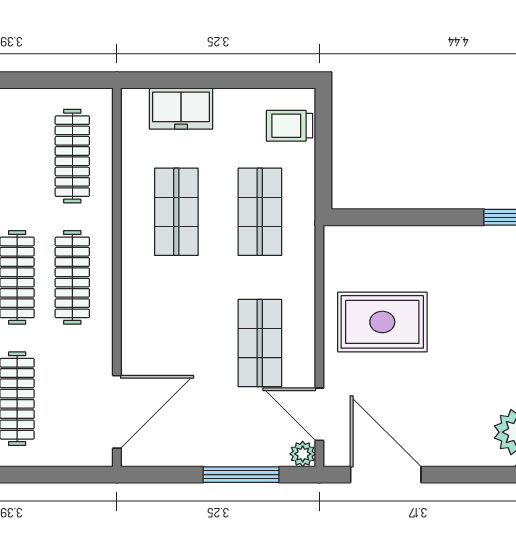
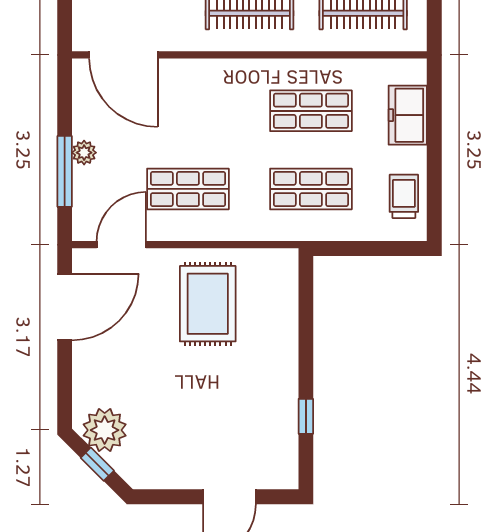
trolley: (289, 126) -> (404, 196), moved
plant: (303, 454) -> (84, 153), moved

